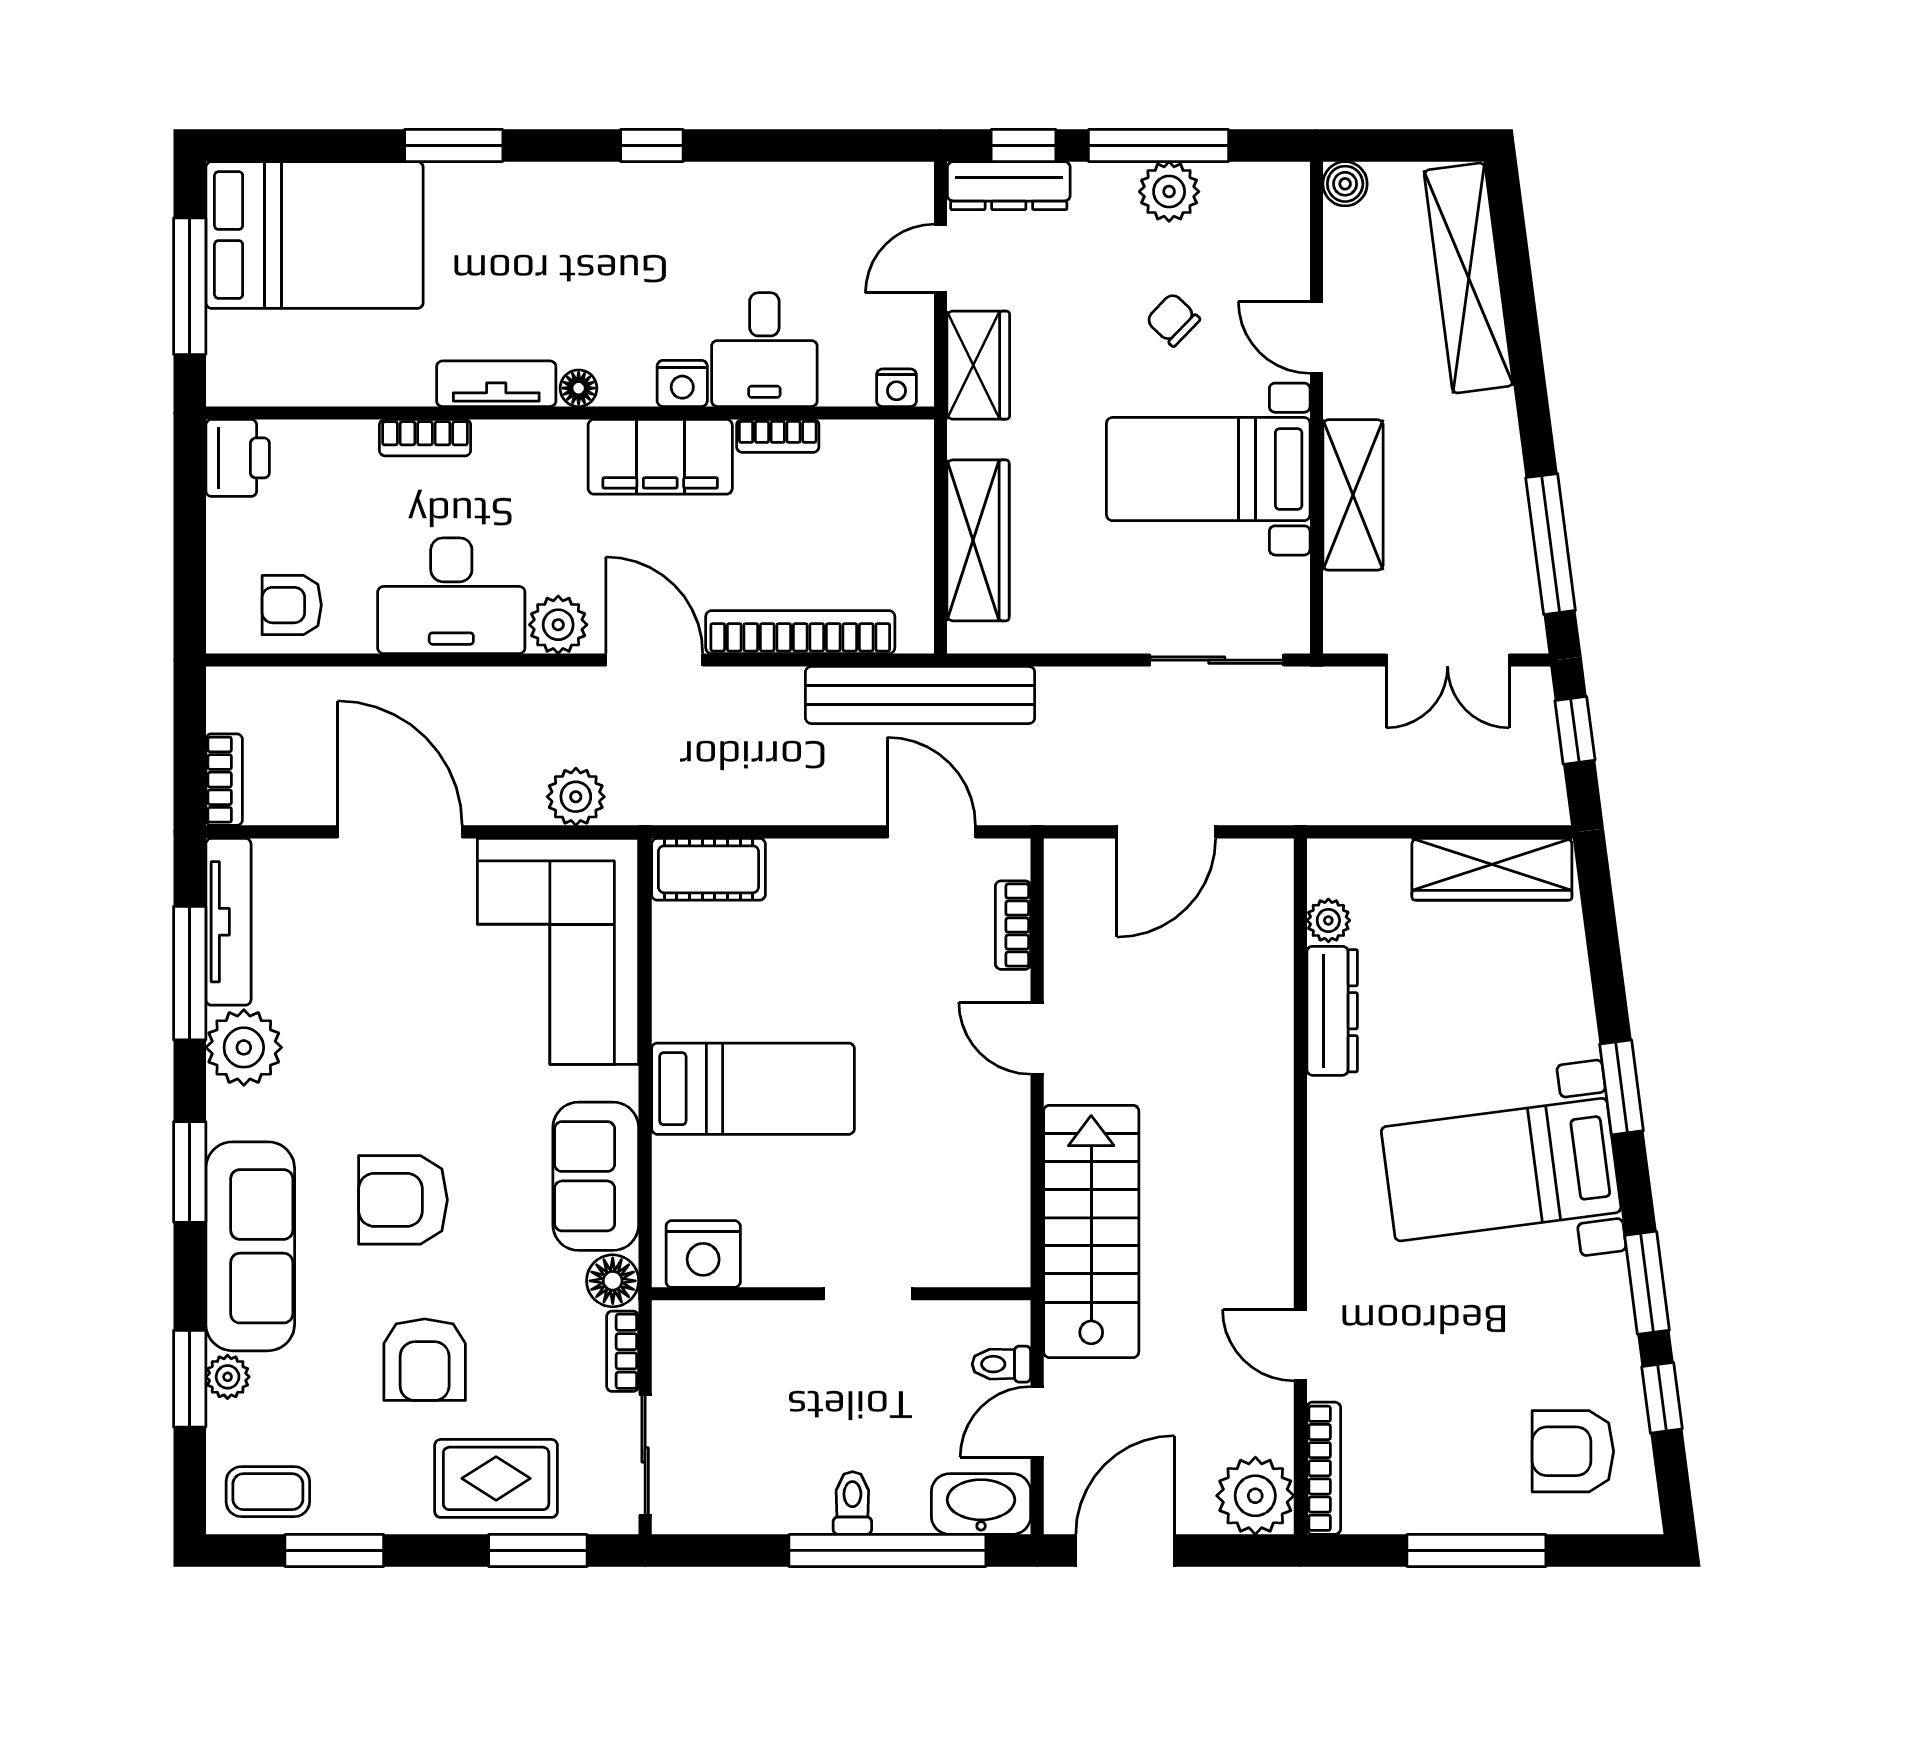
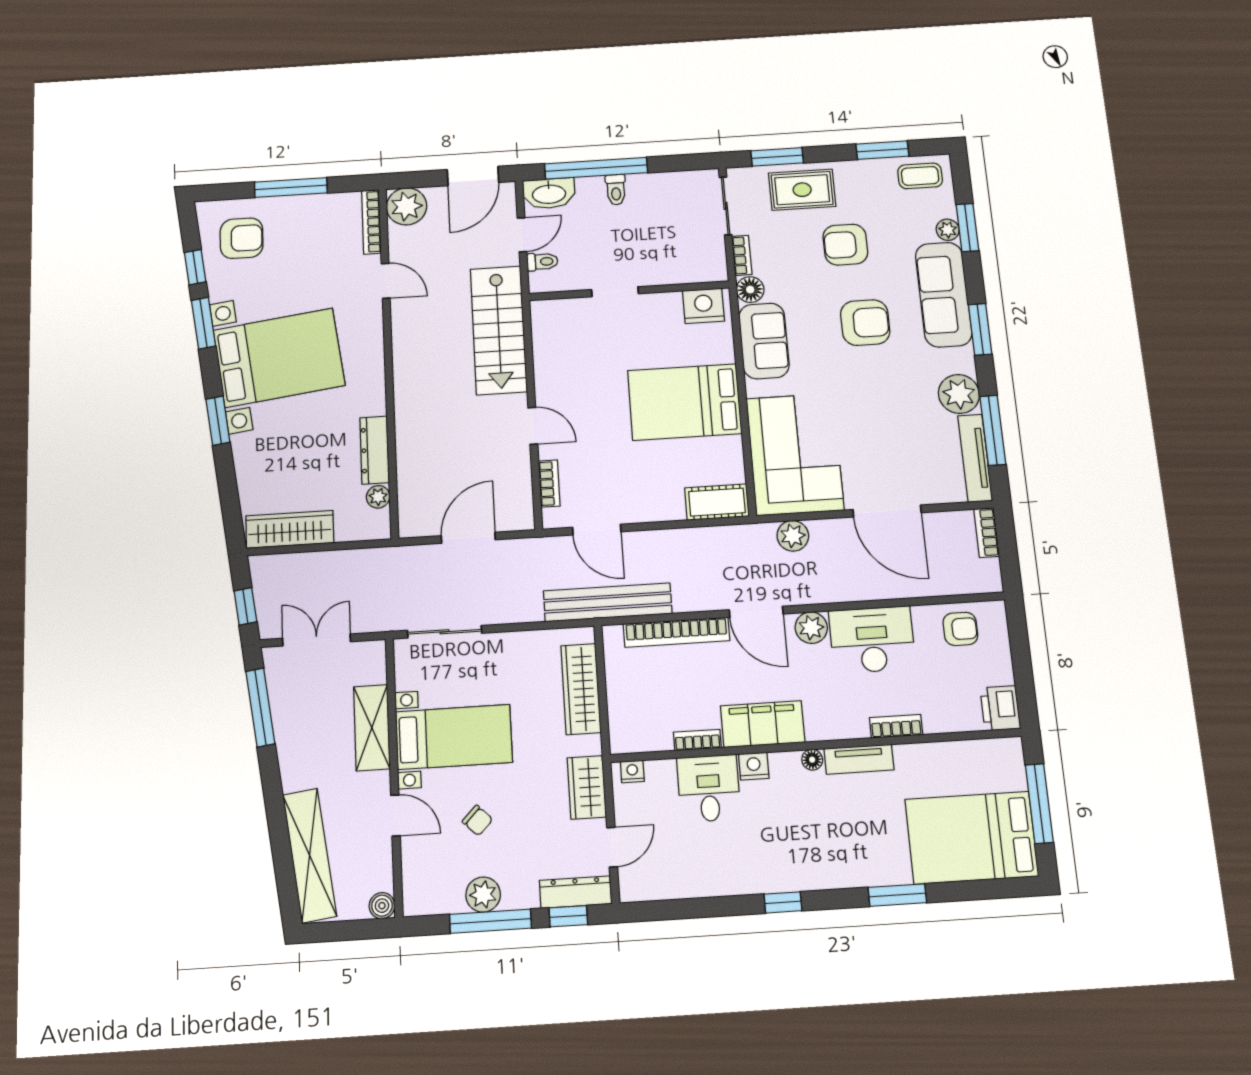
bed: (753, 1089) -> (685, 402), width x1.50
bed with nightstands: (1501, 1170) -> (279, 358), width x1.36
armchair: (425, 1360) -> (845, 245), turned -90

